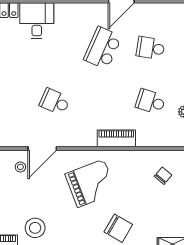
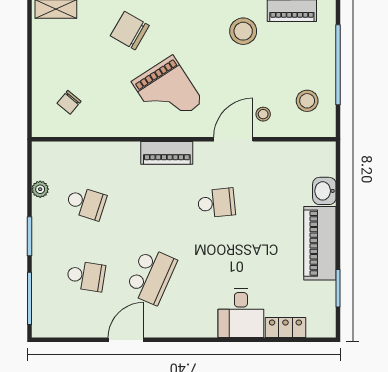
school desk: (55, 102) -> (216, 203), turned -30
piano: (116, 138) -> (167, 153), moved
grand piano: (91, 183) -> (167, 92), turned -102

